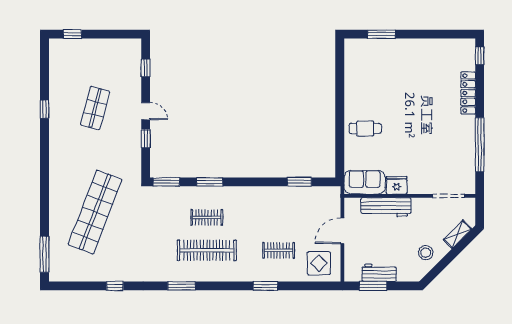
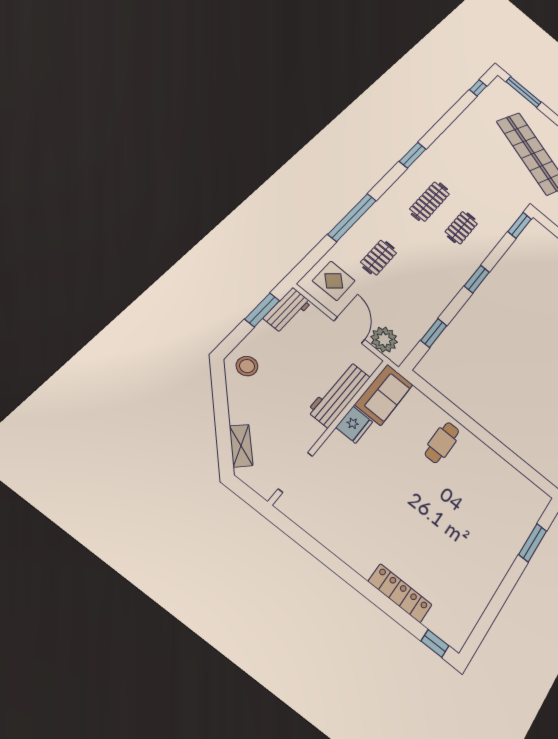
window: (480, 145) -> (328, 558), removed
window: (210, 182) -> (477, 279), moved
plant: (330, 207) -> (384, 340), added
clothes rail: (207, 250) -> (430, 201), width x0.73, depth x0.76
stool: (426, 253) -> (247, 366), moved
workbench: (379, 273) -> (288, 310), moved
window: (115, 286) -> (478, 88), moved
window: (266, 286) -> (352, 217), width x2.11

